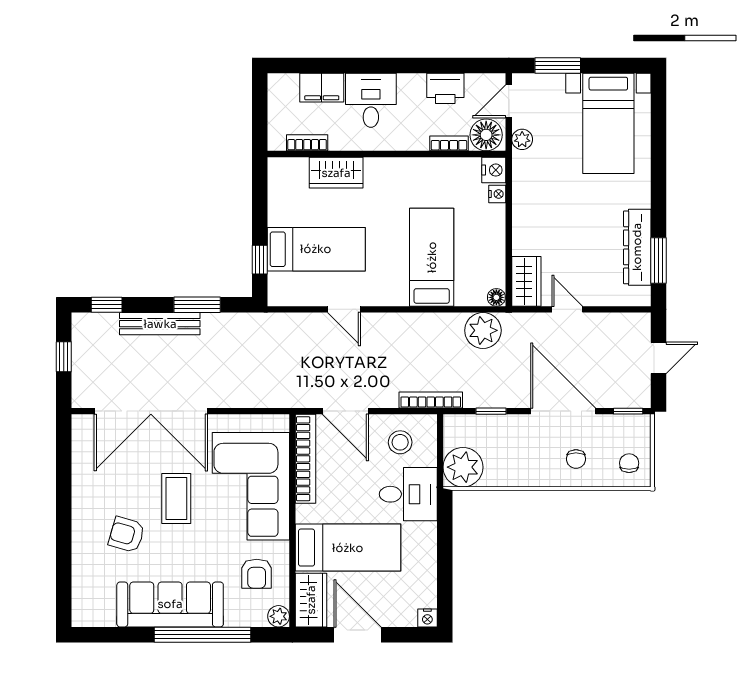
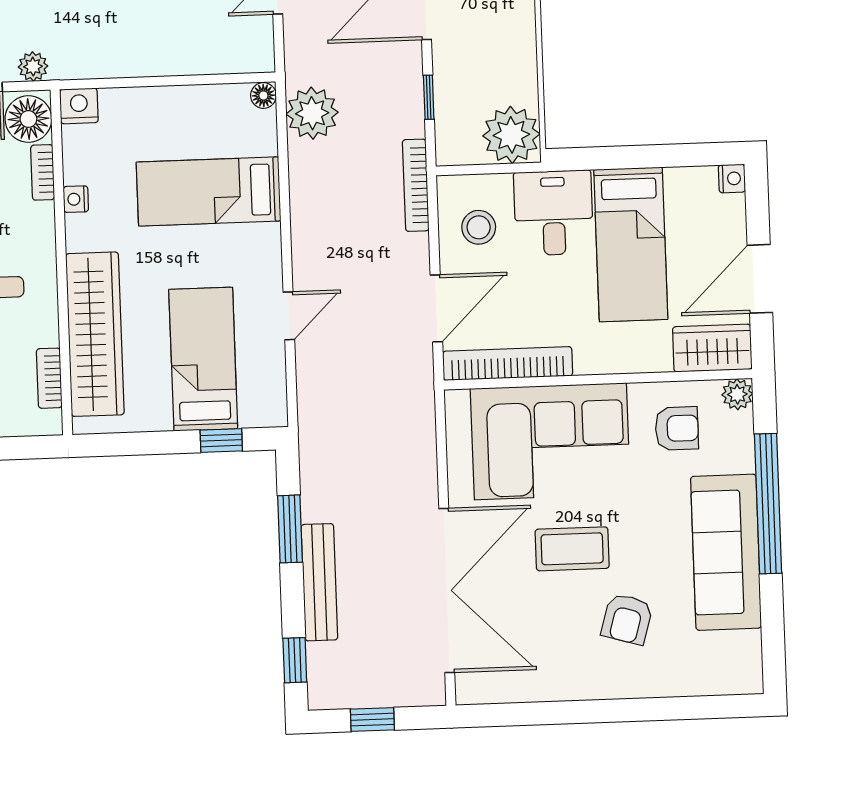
wardrobe: (336, 173) -> (95, 334), width x2.10, depth x1.17
nightstand: (497, 194) -> (76, 199), moved, turned -90
wardrobe: (526, 281) -> (239, 53), removed
bed: (348, 548) -> (631, 244), moved, turned 180

